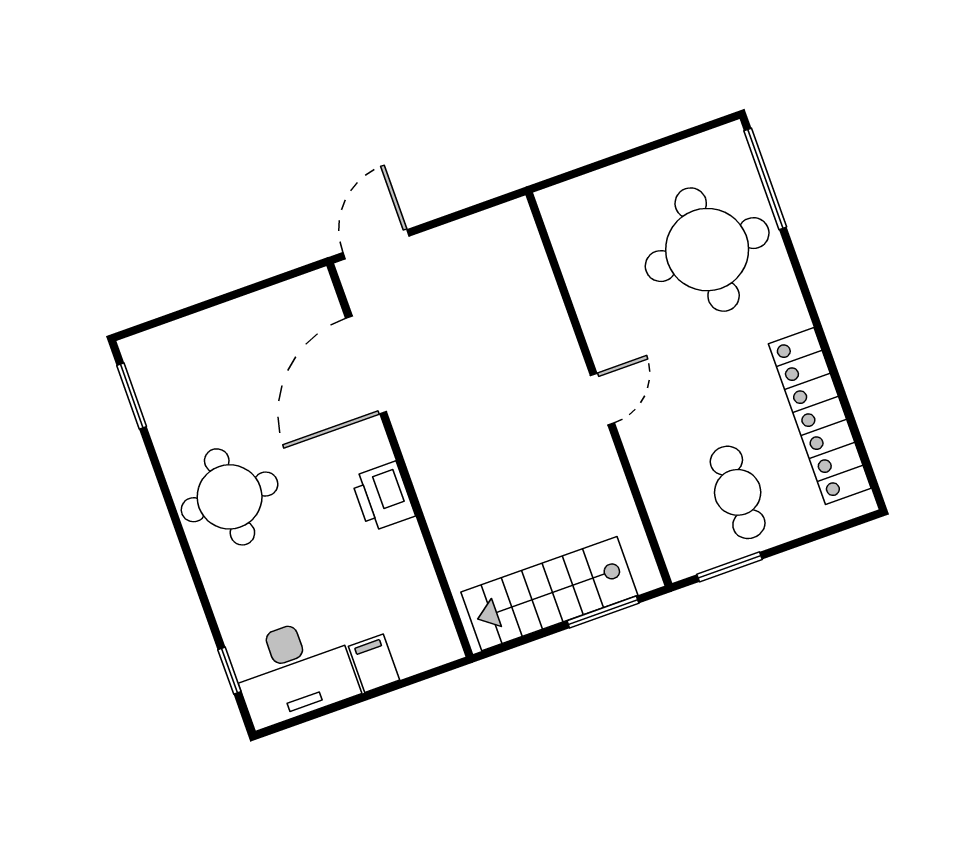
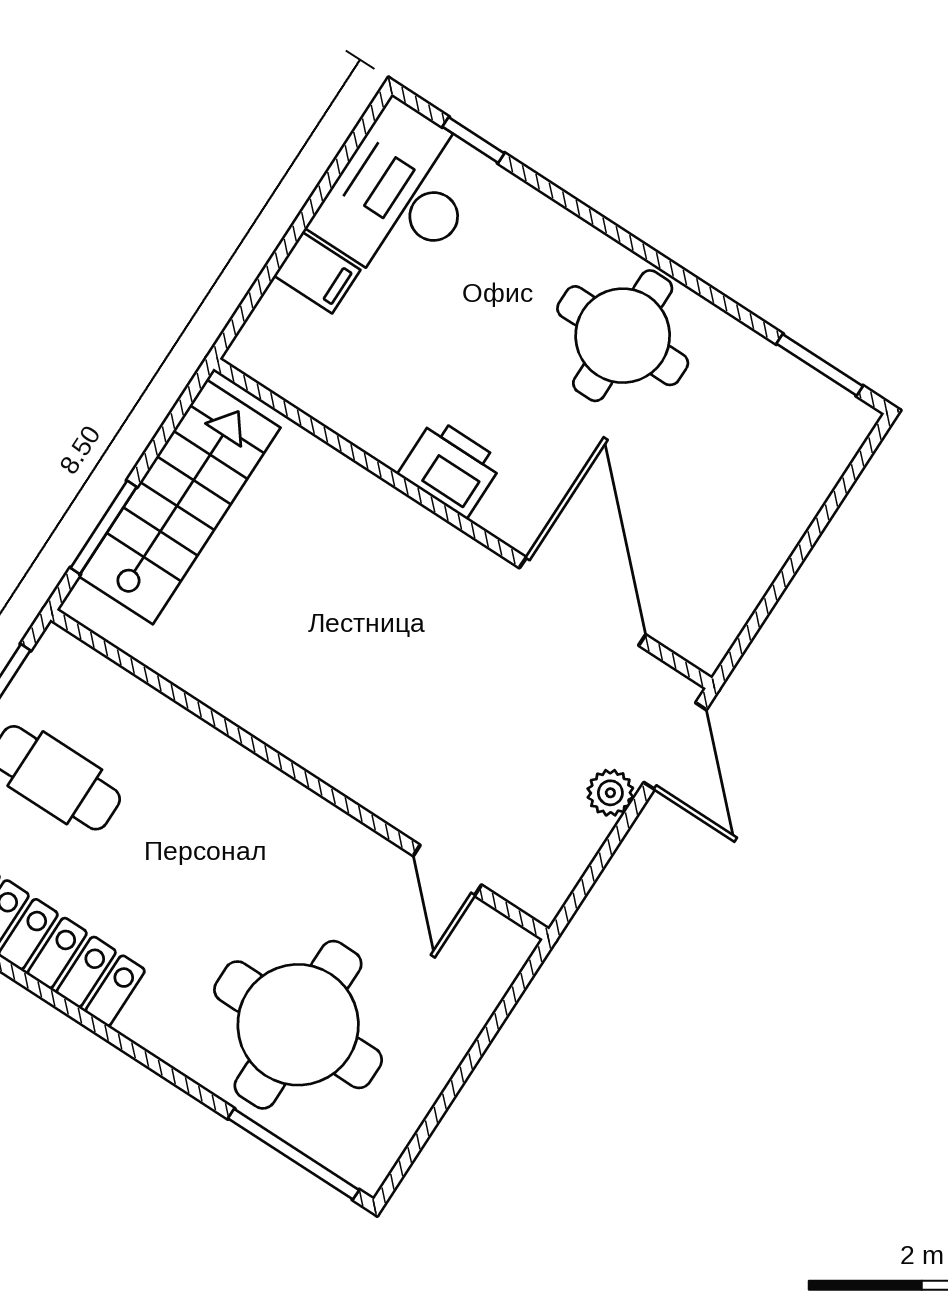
plant: (432, 246) -> (610, 793), added
door: (602, 399) -> (447, 870), moved

